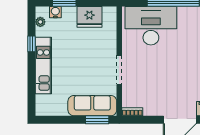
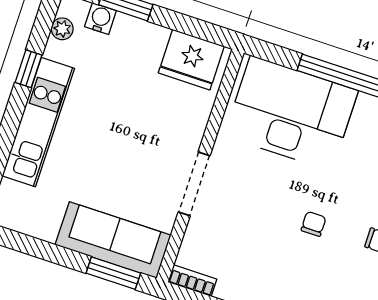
fridge: (89, 17) -> (191, 60), moved
chair: (176, 70) -> (314, 224), added

